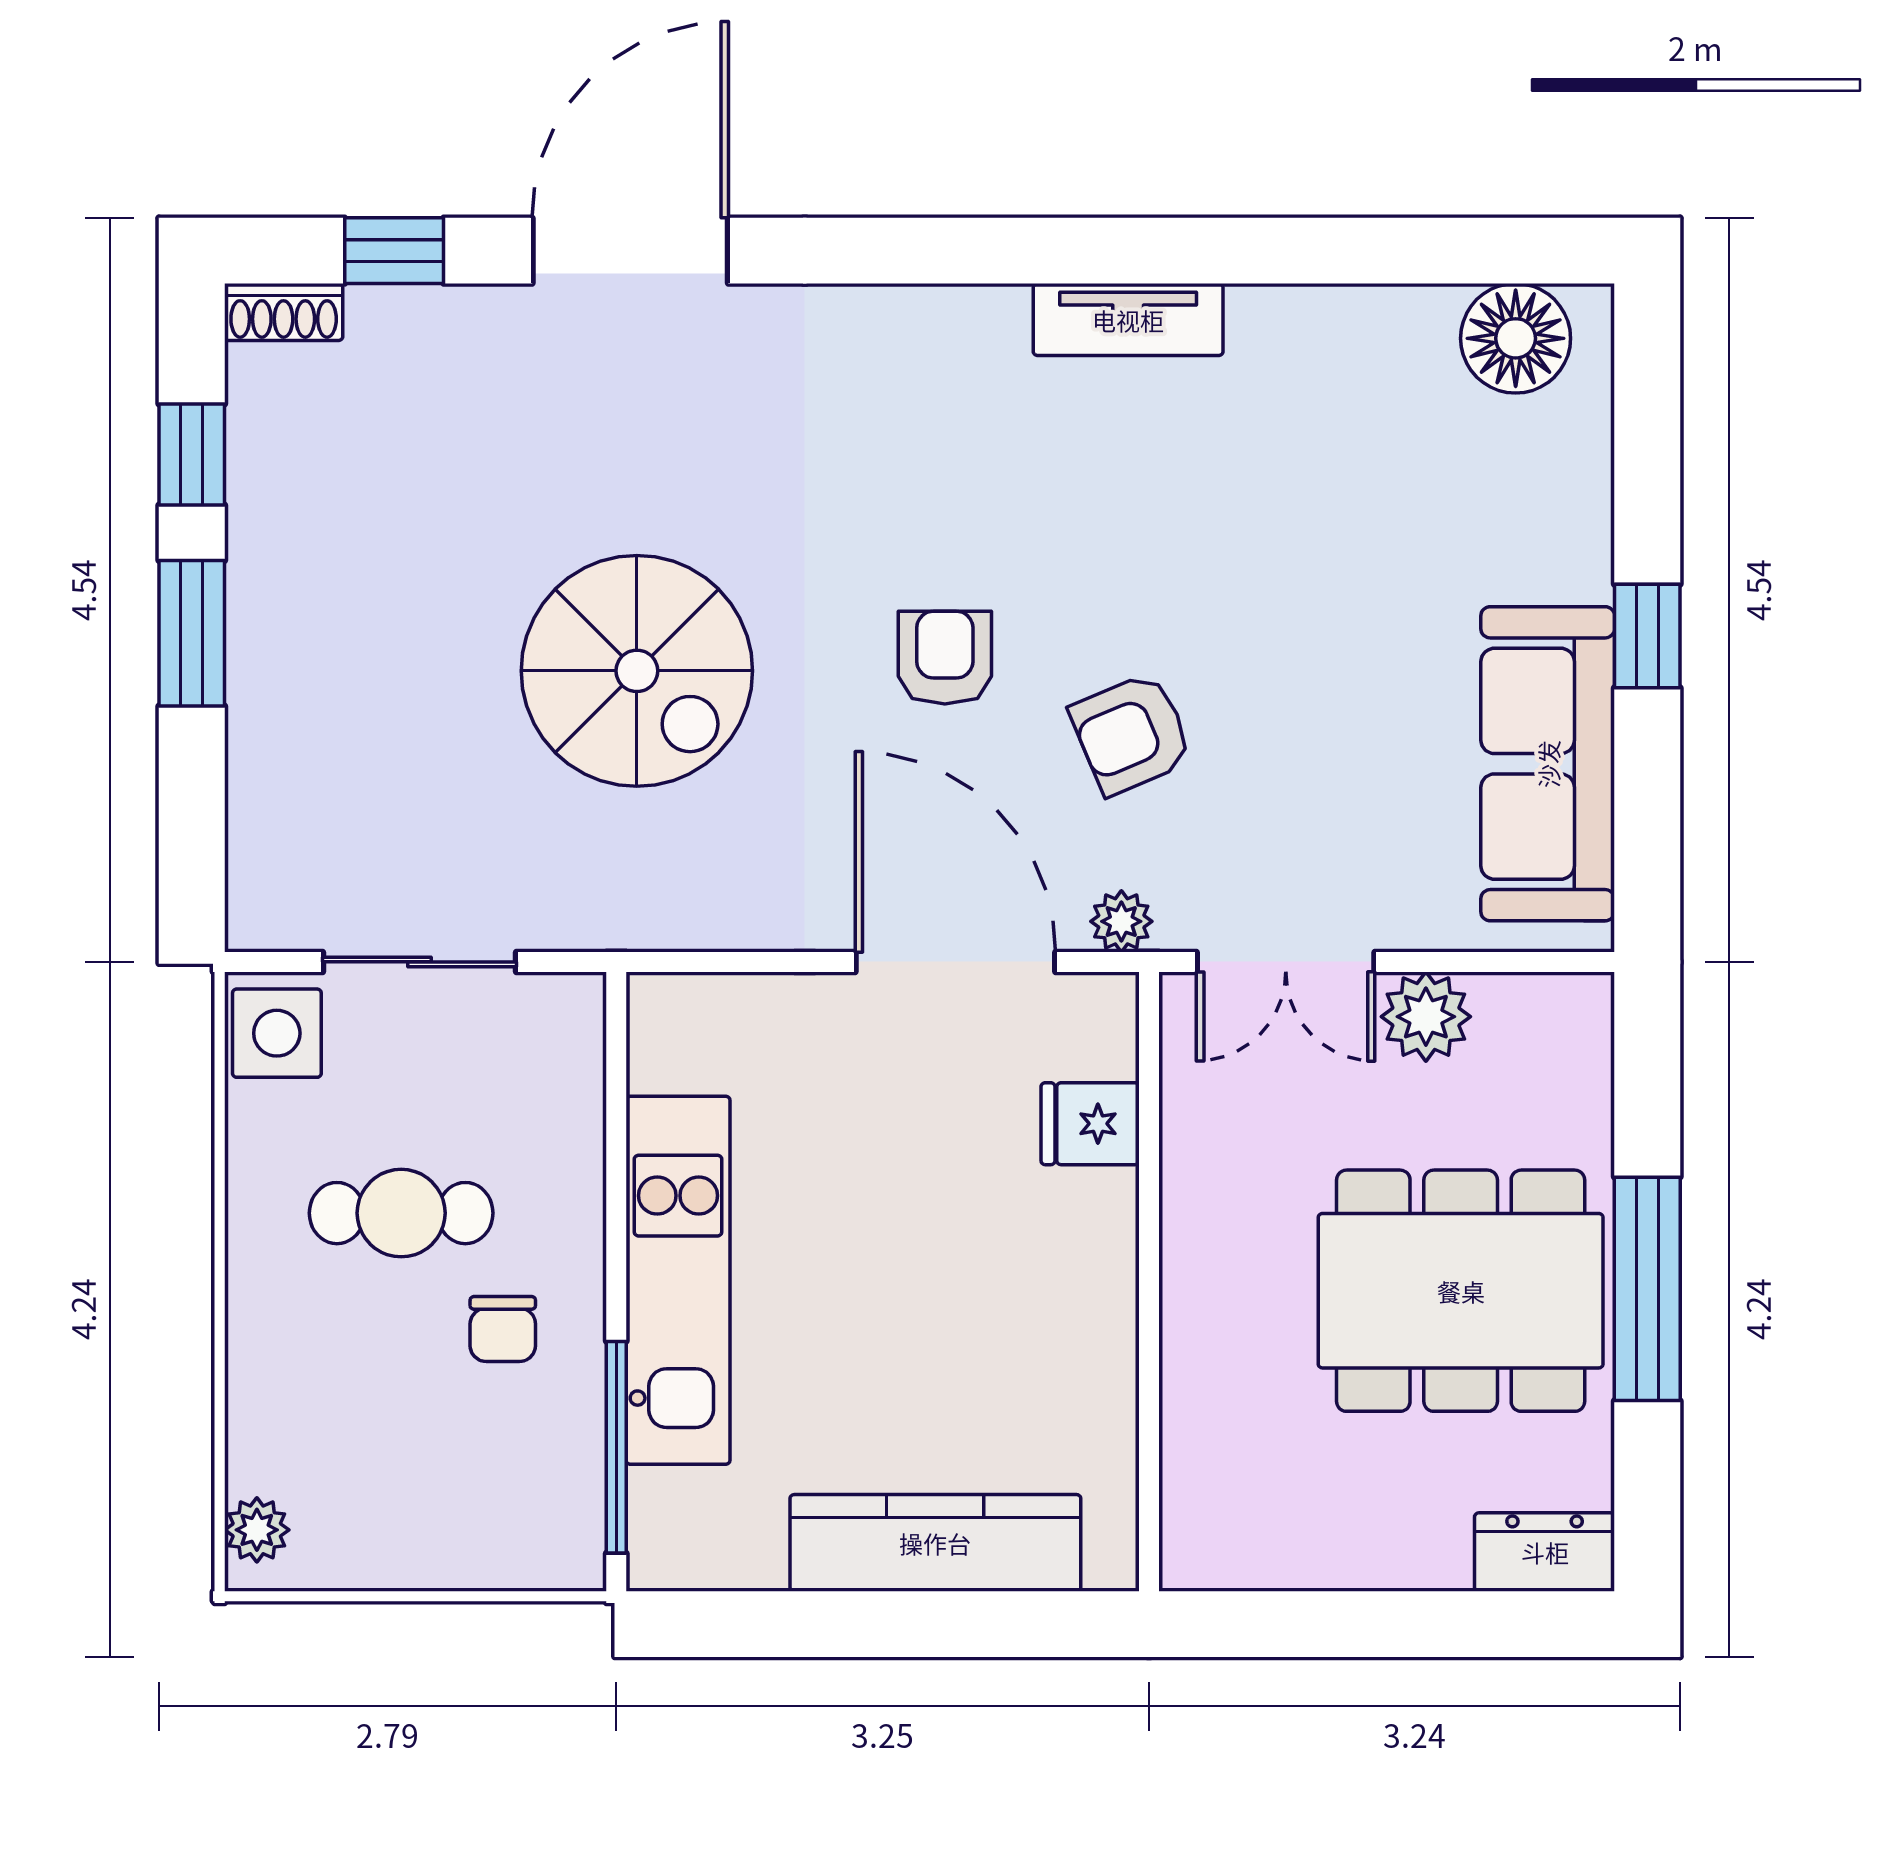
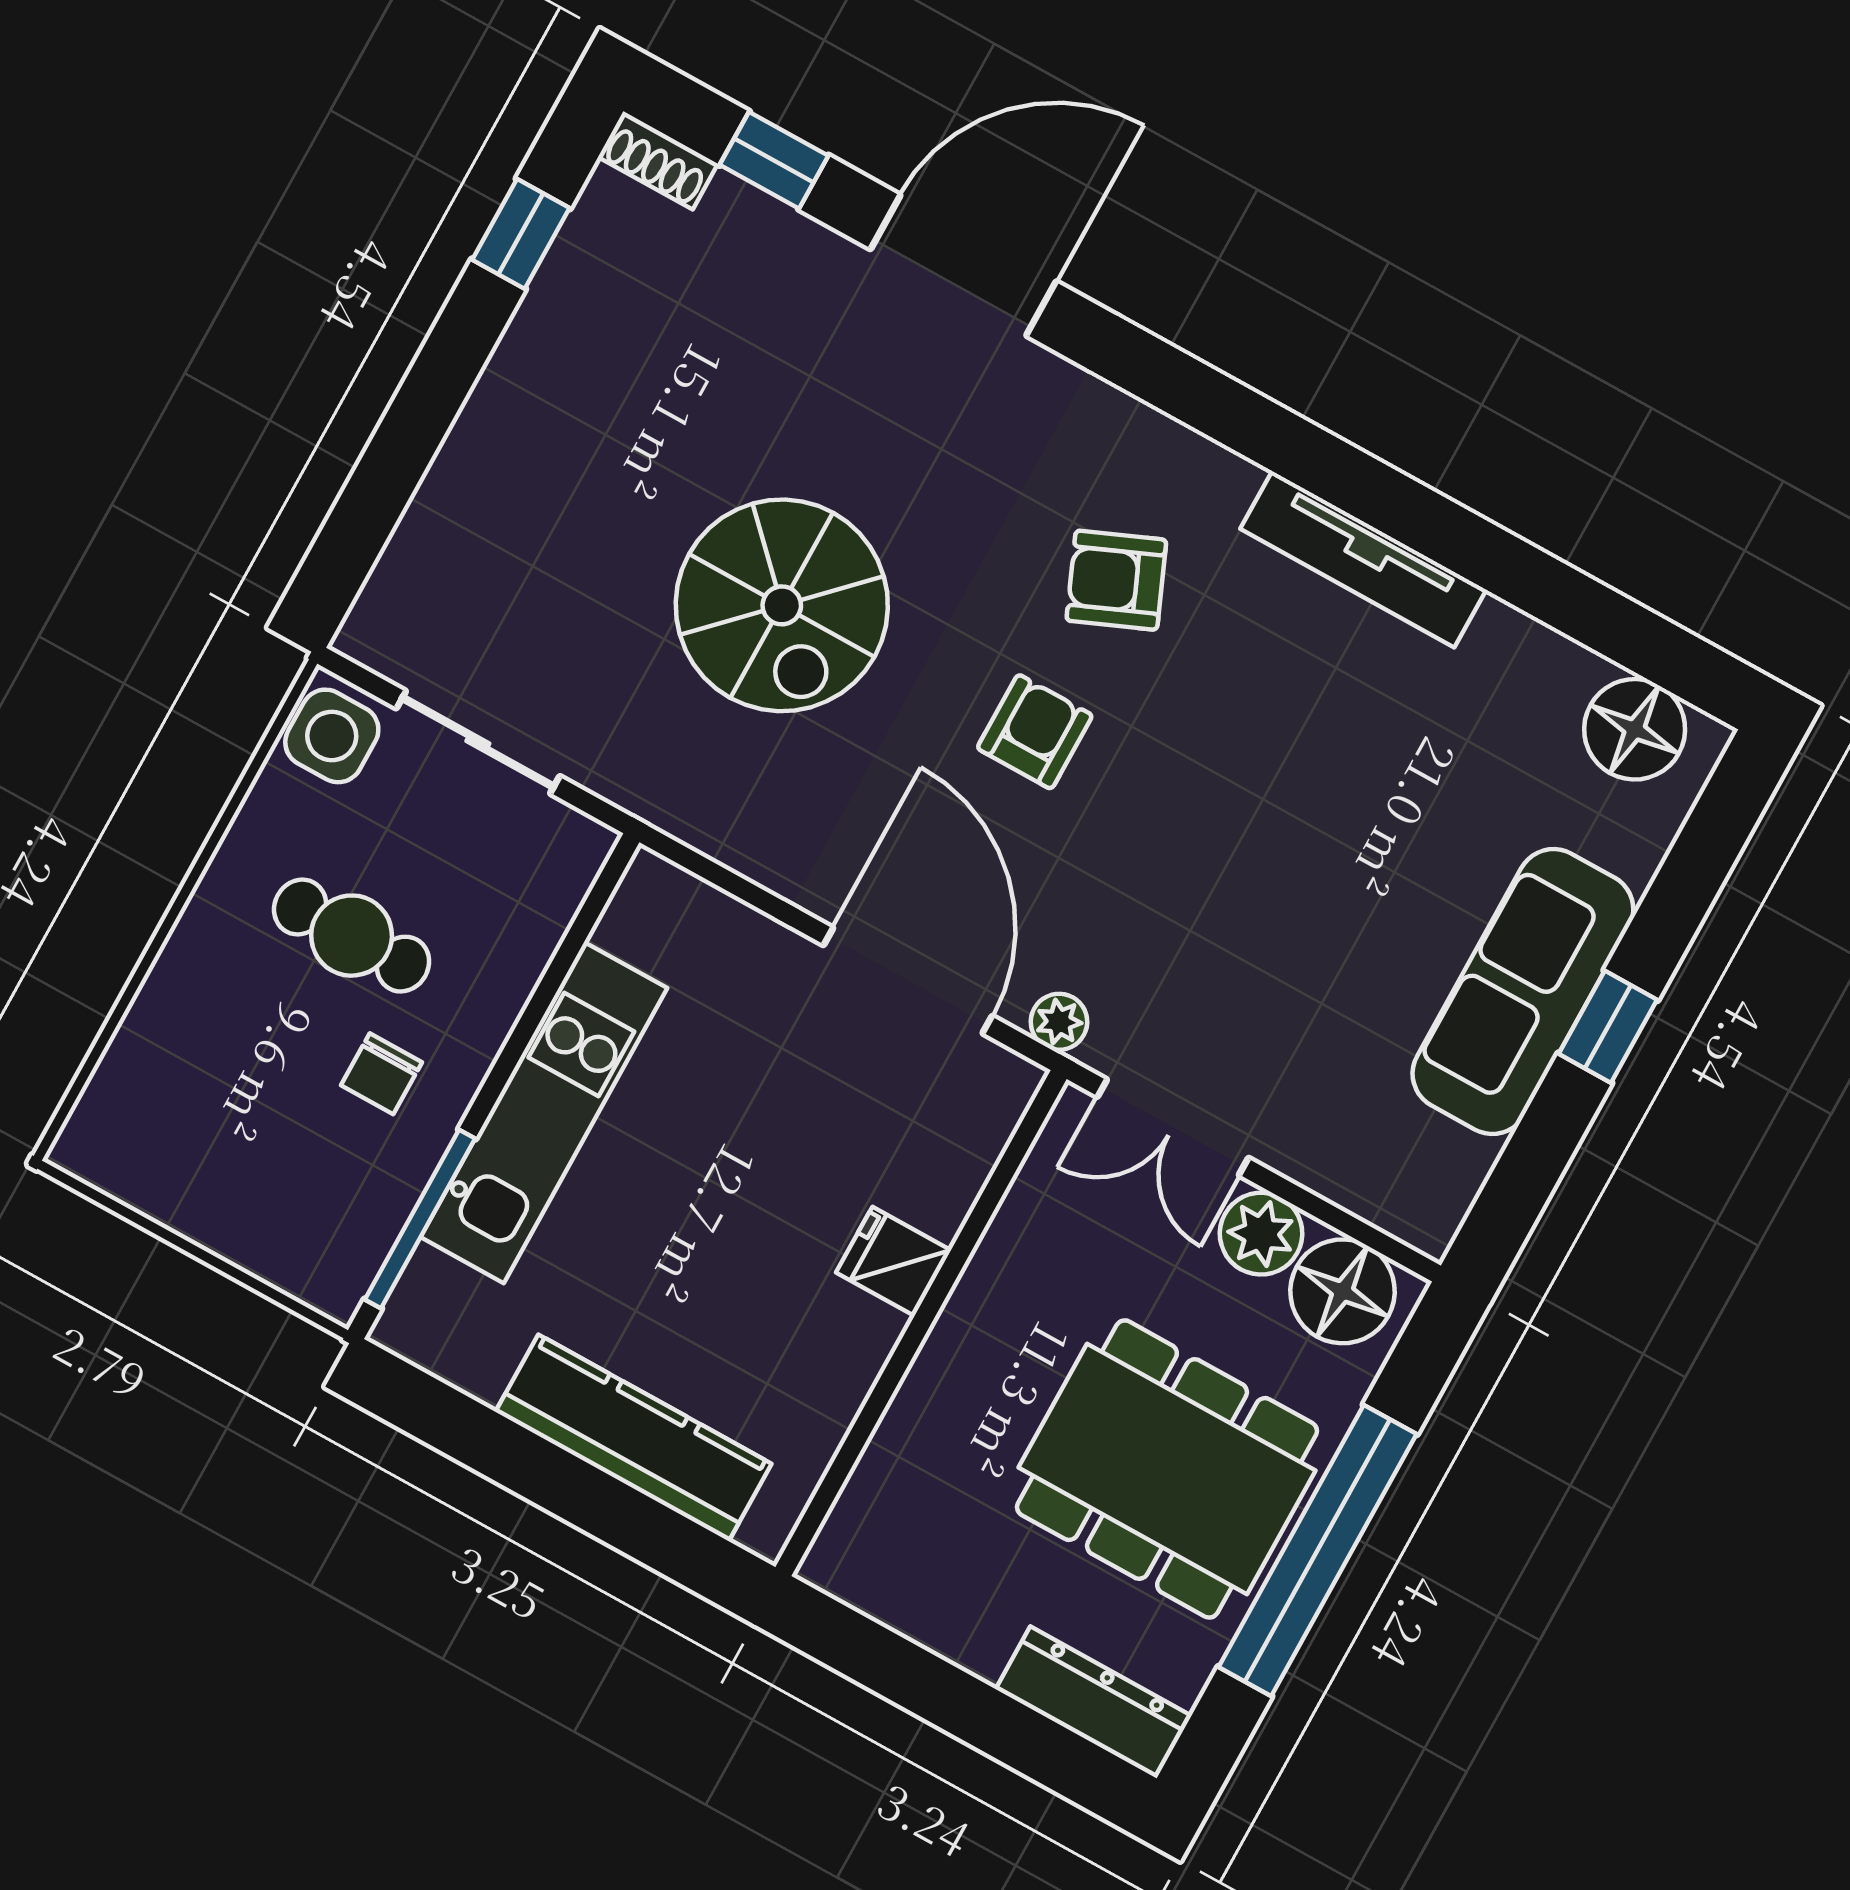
tv unit: (1128, 320) -> (1363, 559), width x1.41
window: (192, 633) -> (441, 377), removed
armchair: (1131, 734) -> (1116, 580), moved
sofa: (1548, 764) -> (1523, 992), moved
floor lamp: (1534, 1029) -> (1342, 1291), added
fridge: (1090, 1124) -> (894, 1261), moved
window: (1647, 1289) -> (1318, 1551), width x1.46
plant: (257, 1530) -> (95, 1125), removed
dresser: (1545, 1552) -> (1094, 1702), width x1.44

